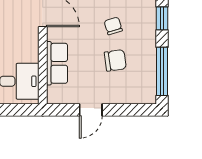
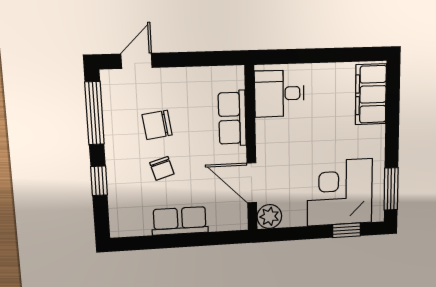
door: (91, 110) -> (136, 61), moved

